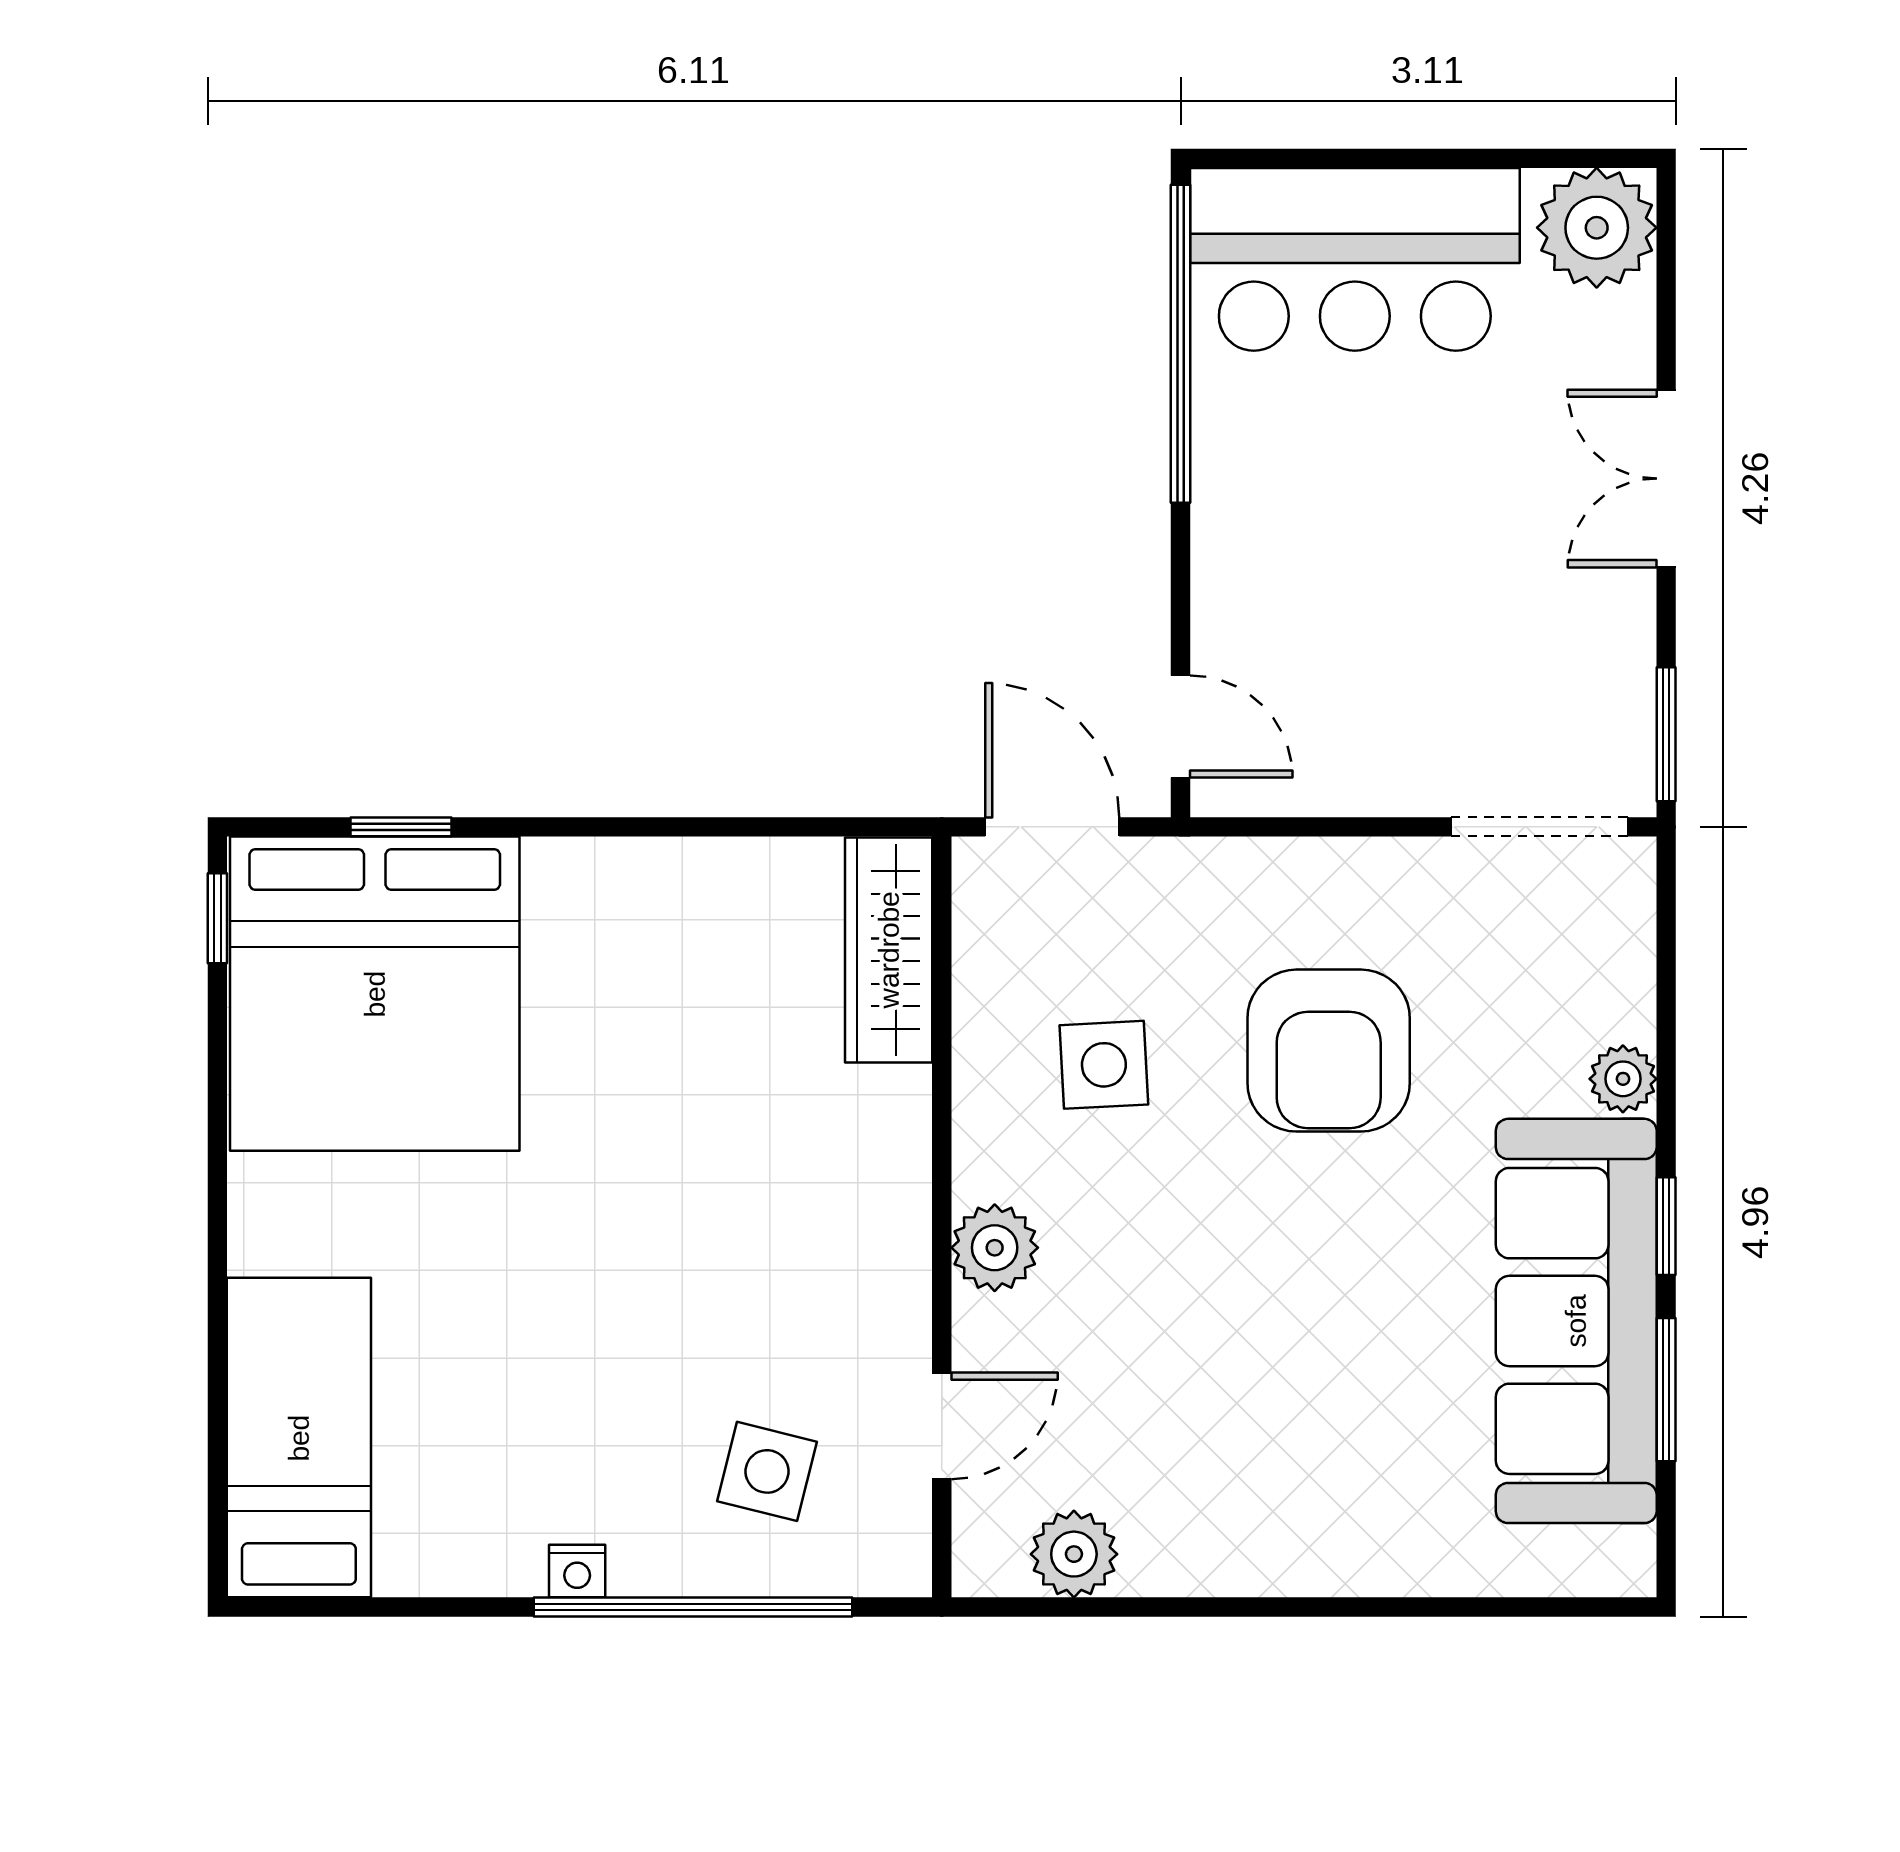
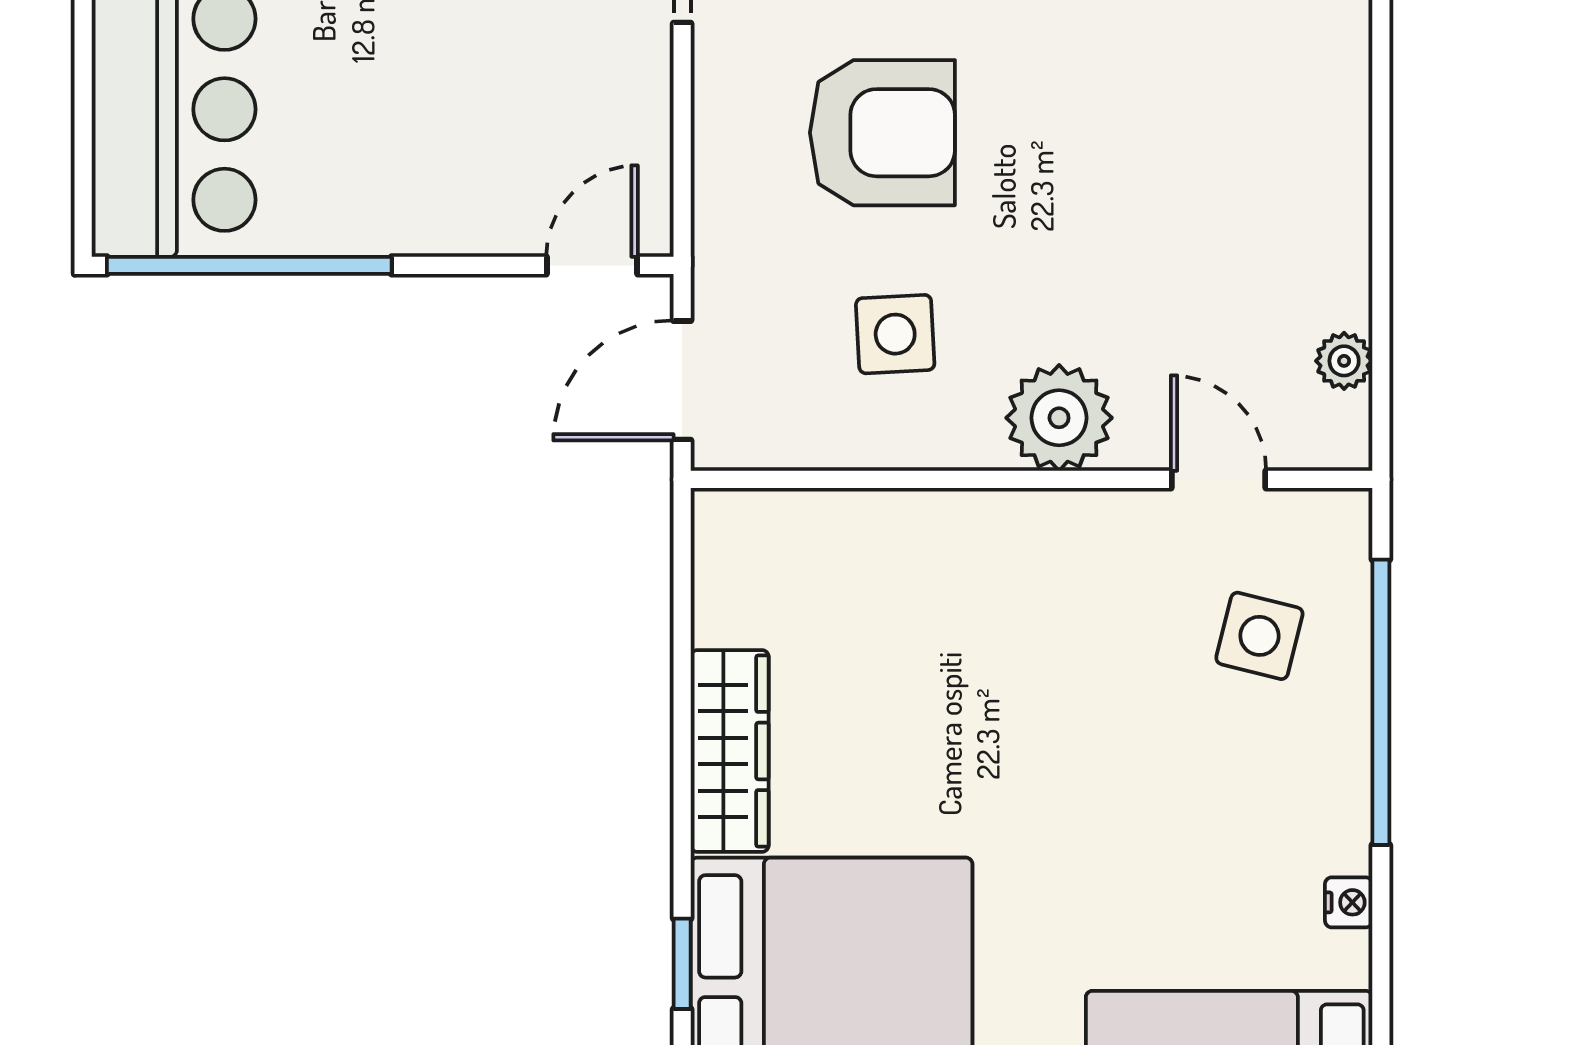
wardrobe: (889, 950) -> (730, 751), moved, turned -90
plant: (995, 1248) -> (1059, 418), width x1.36, depth x1.36
plant: (1074, 1554) -> (1344, 361), width x0.73, depth x0.73
nightstand: (577, 1571) -> (1349, 902), moved

